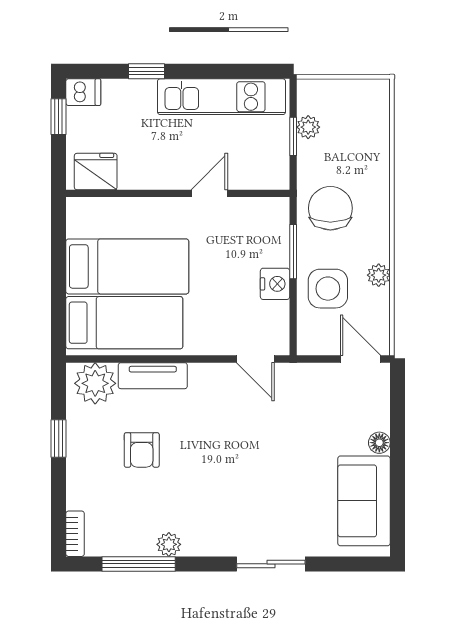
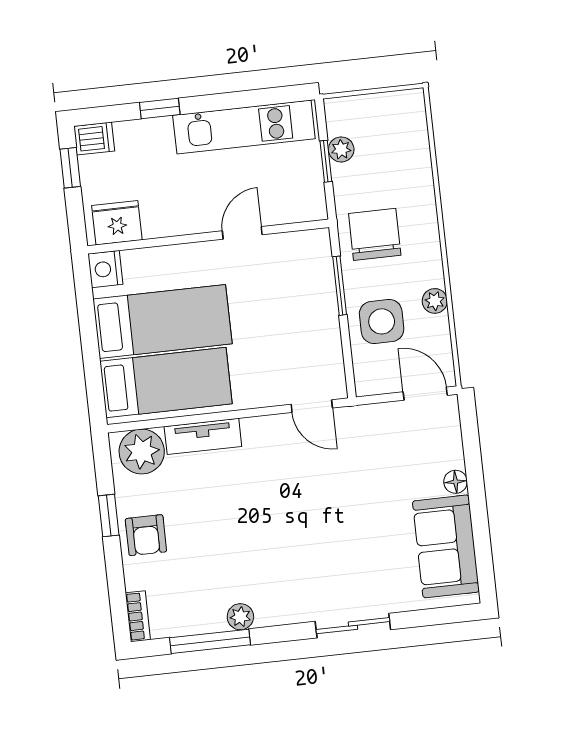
nightstand: (275, 284) -> (105, 269), moved, turned 180
armchair: (142, 450) -> (146, 535), moved

